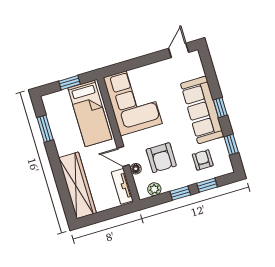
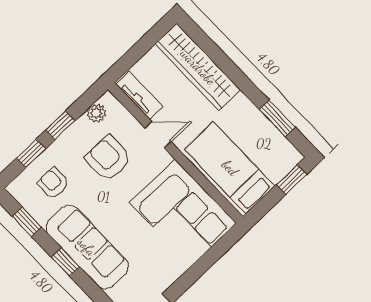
window: (70, 83) -> (292, 179), moved
armchair: (203, 160) -> (53, 183), turned 180
floor lamp: (136, 169) -> (134, 127), removed

